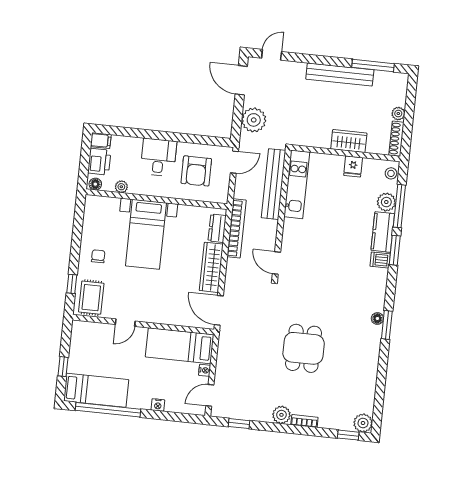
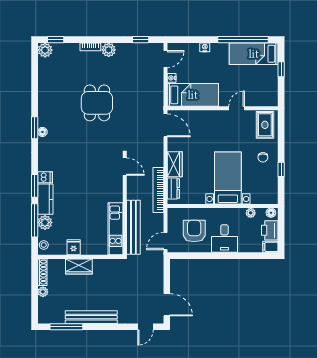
plant: (254, 120) -> (154, 275), removed
wardrobe: (211, 267) -> (175, 164), width x0.67
window: (72, 284) -> (281, 169), moved

